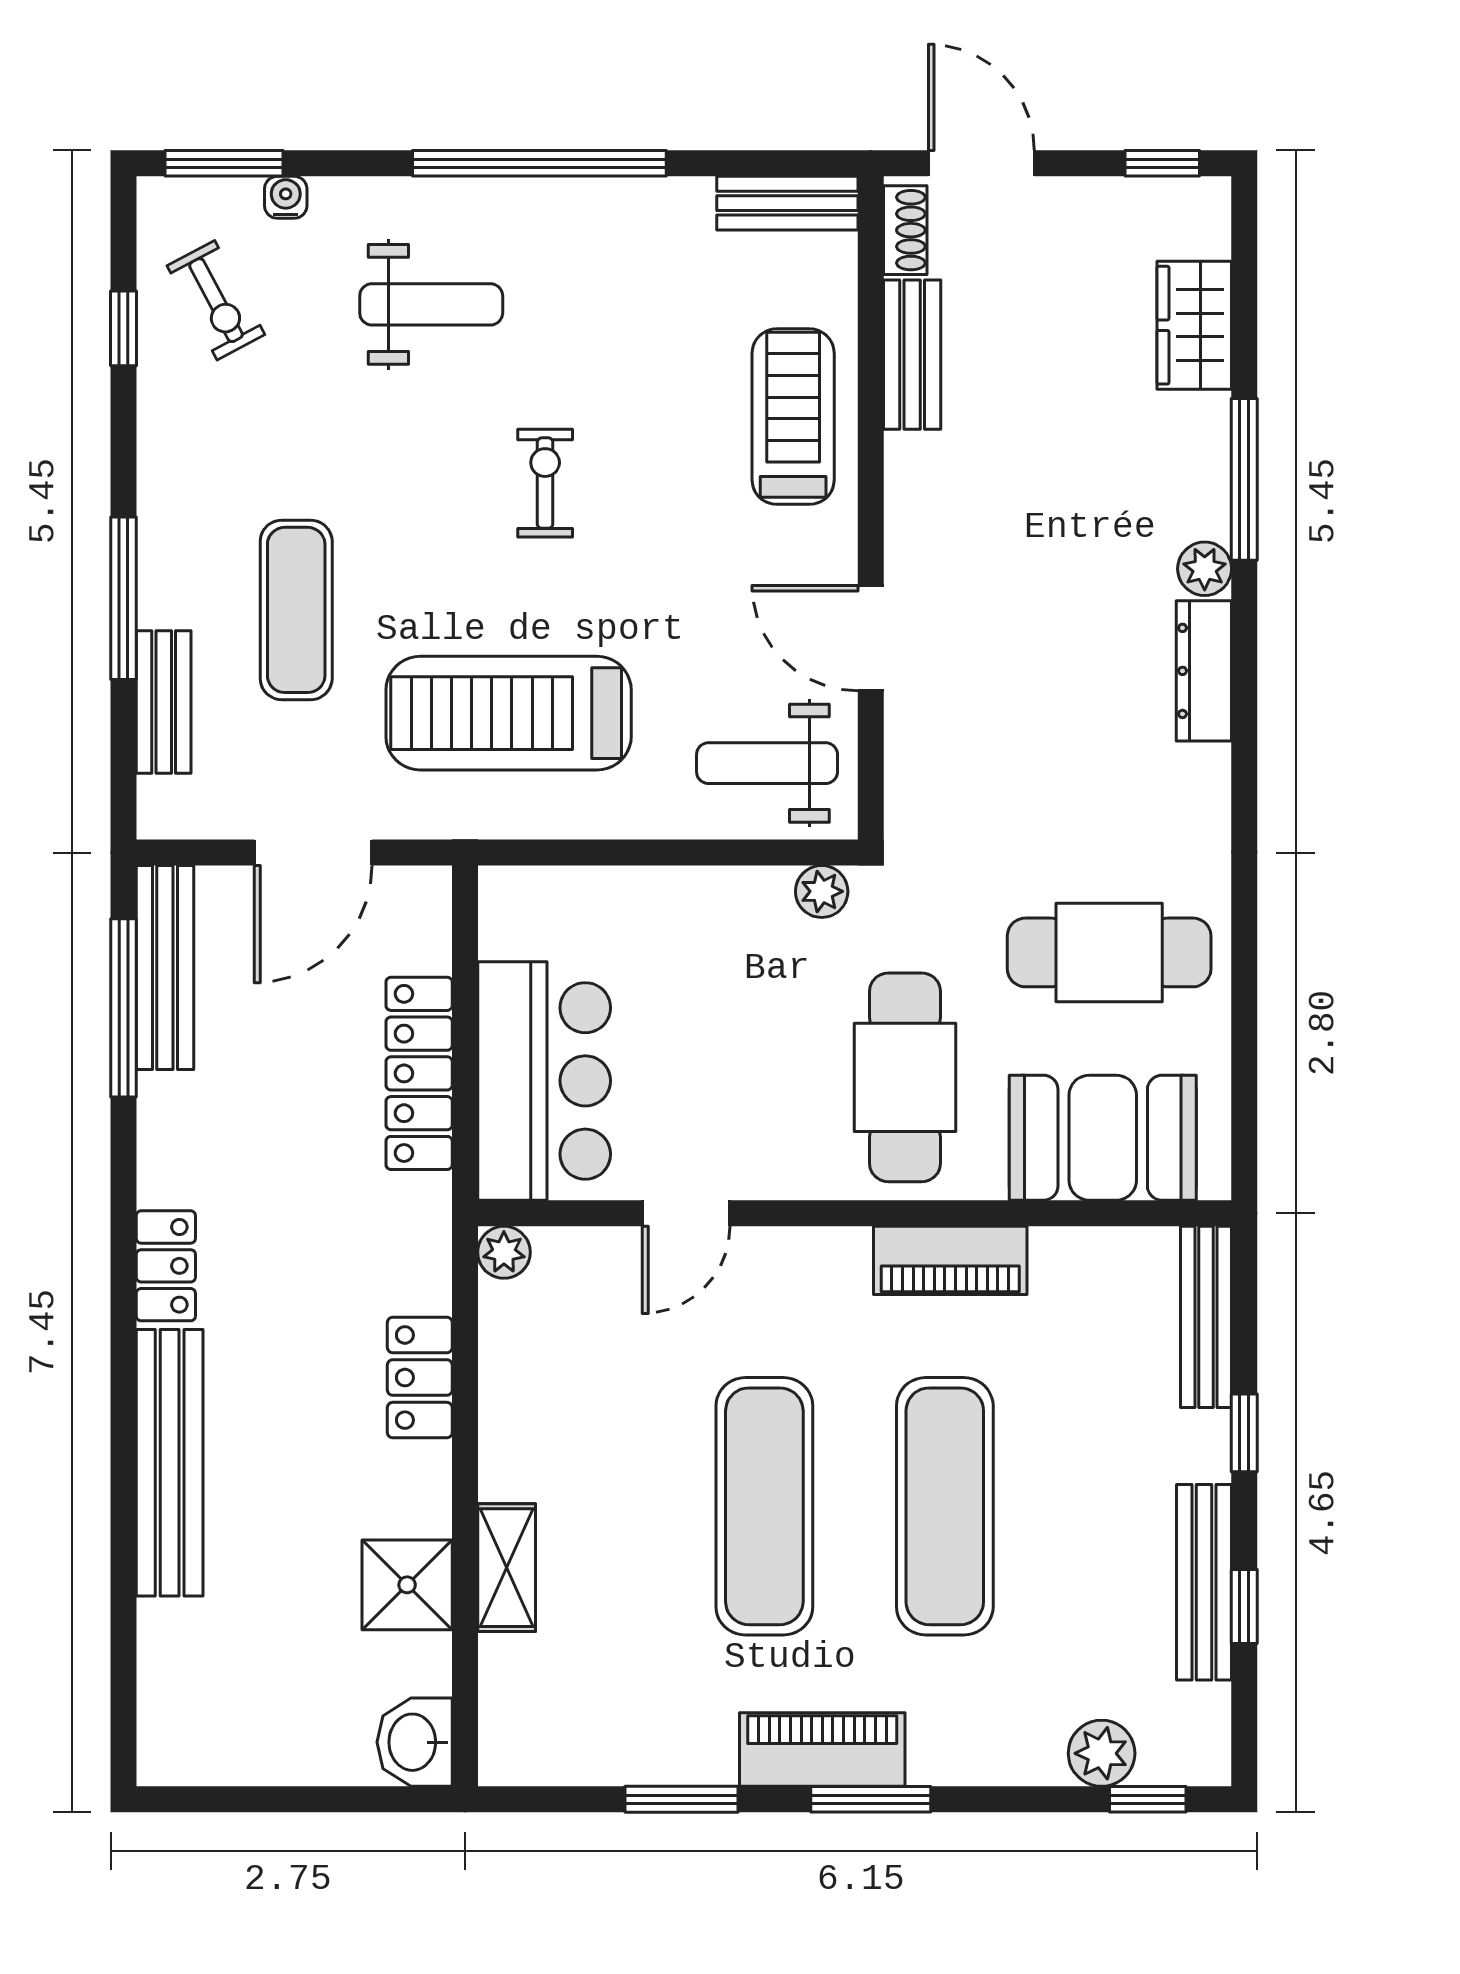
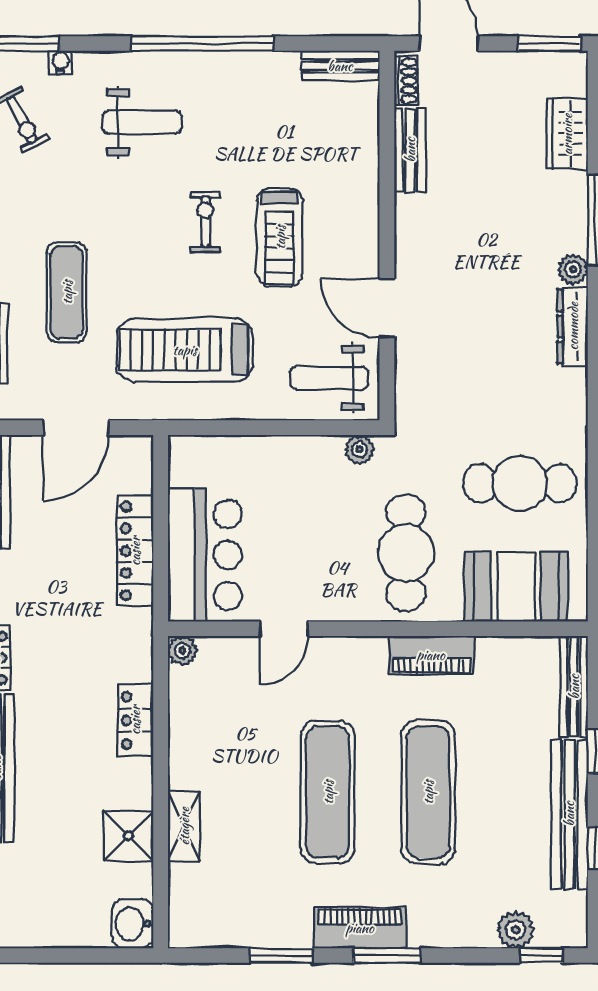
window: (1162, 163) -> (549, 43), width x1.50
treadmill: (793, 417) -> (280, 237), moved, turned 180
bench: (1204, 1582) -> (569, 814), width x1.37, depth x1.21

